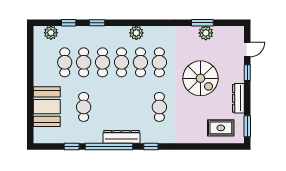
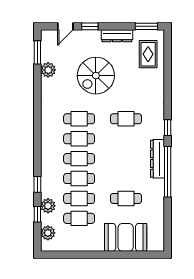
window: (202, 23) -> (37, 52), moved
plant: (136, 33) -> (48, 206), moved
door: (247, 49) -> (65, 26), swing flipped
spiral stairs: (200, 78) -> (96, 76), turned 180
window: (72, 147) -> (168, 211), removed

